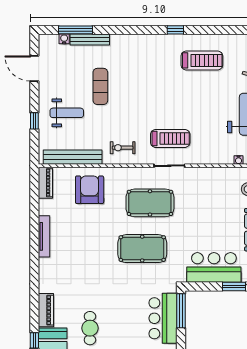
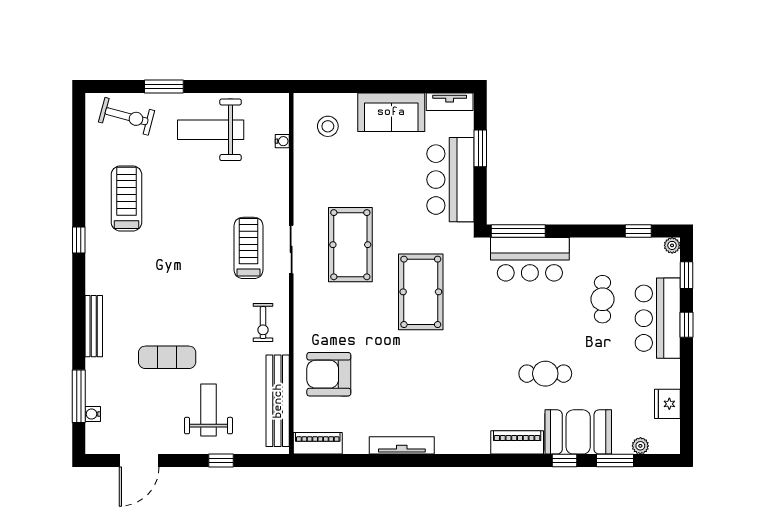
bench: (90, 39) -> (94, 326), moved
pool table: (150, 203) -> (350, 245), moved

